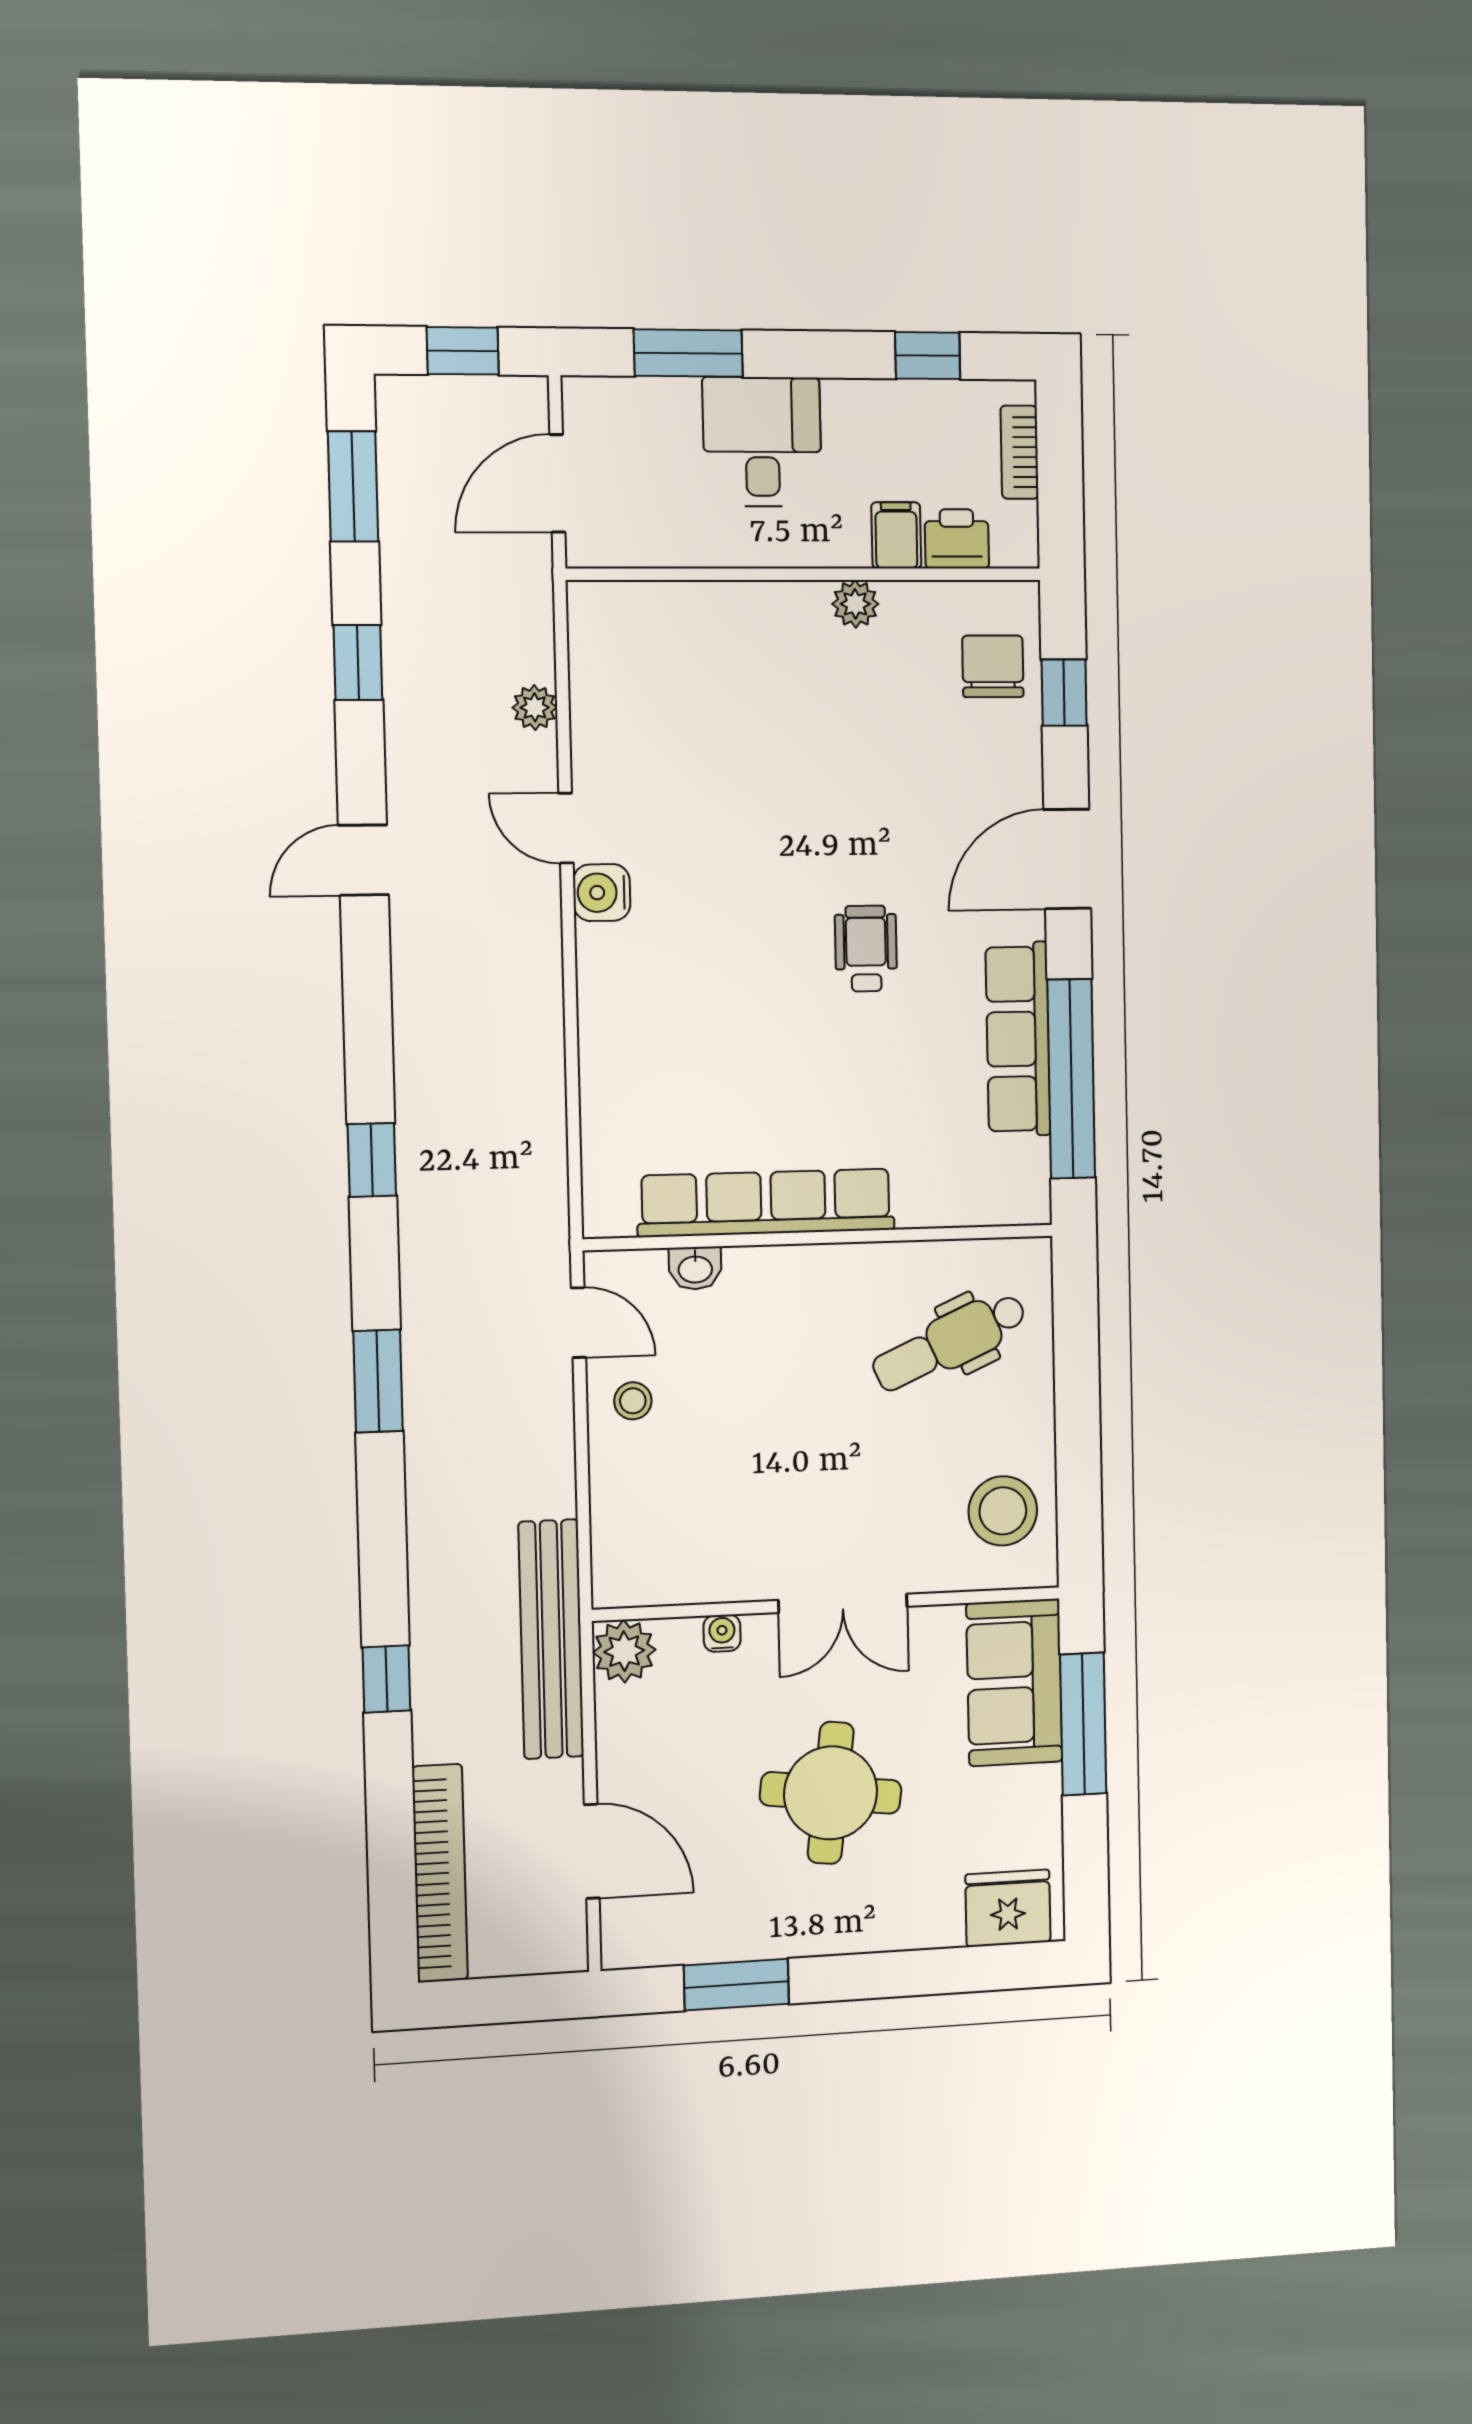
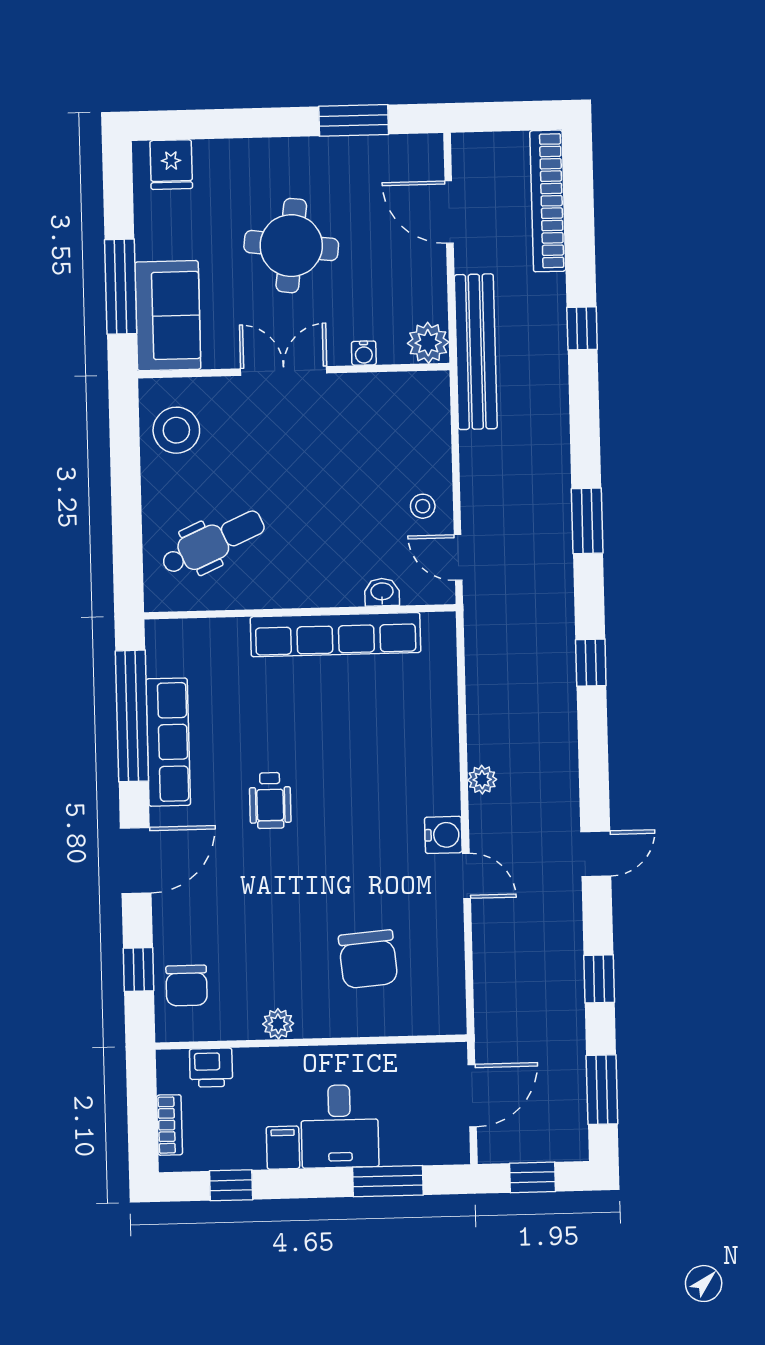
filing cabinet: (896, 535) -> (283, 1148), moved, turned 180
chair: (718, 701) -> (368, 959), added
plant: (535, 707) -> (482, 780), moved
fridge: (1008, 1908) -> (171, 165), width x0.72

